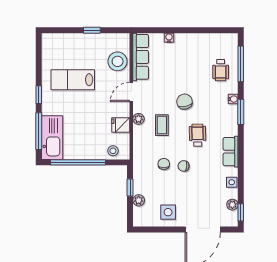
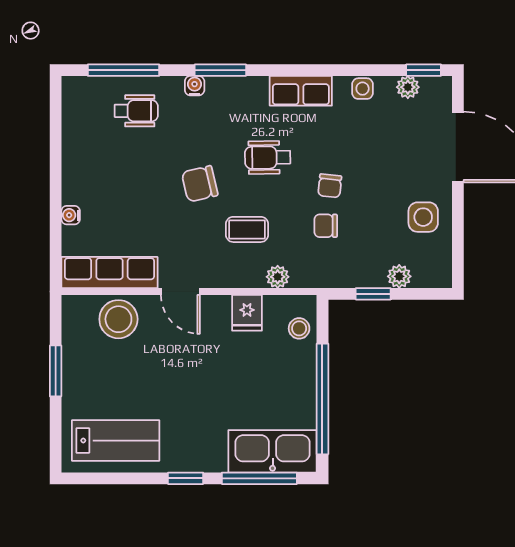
window: (92, 30) -> (56, 371), width x1.50
lab bench: (73, 80) -> (116, 441), moved, turned -90
plant: (139, 119) -> (278, 277), moved

